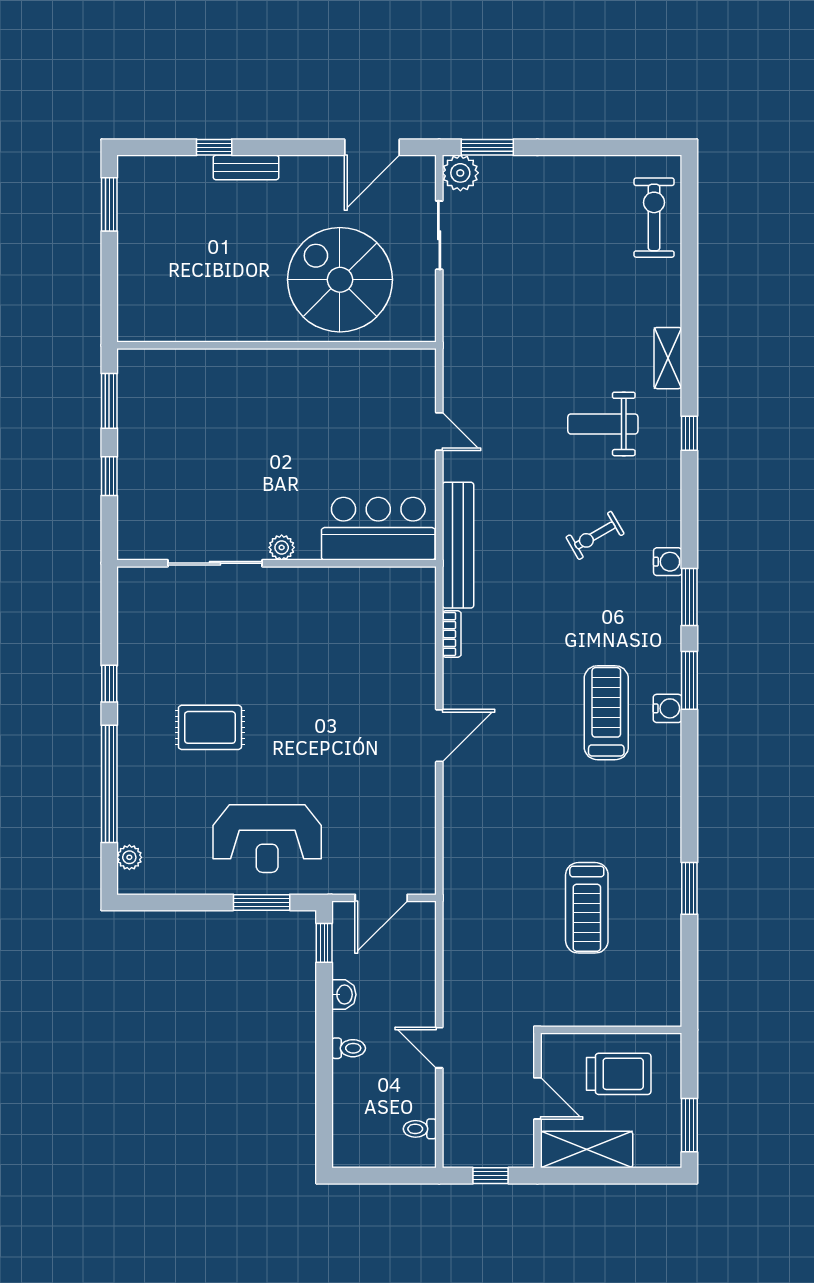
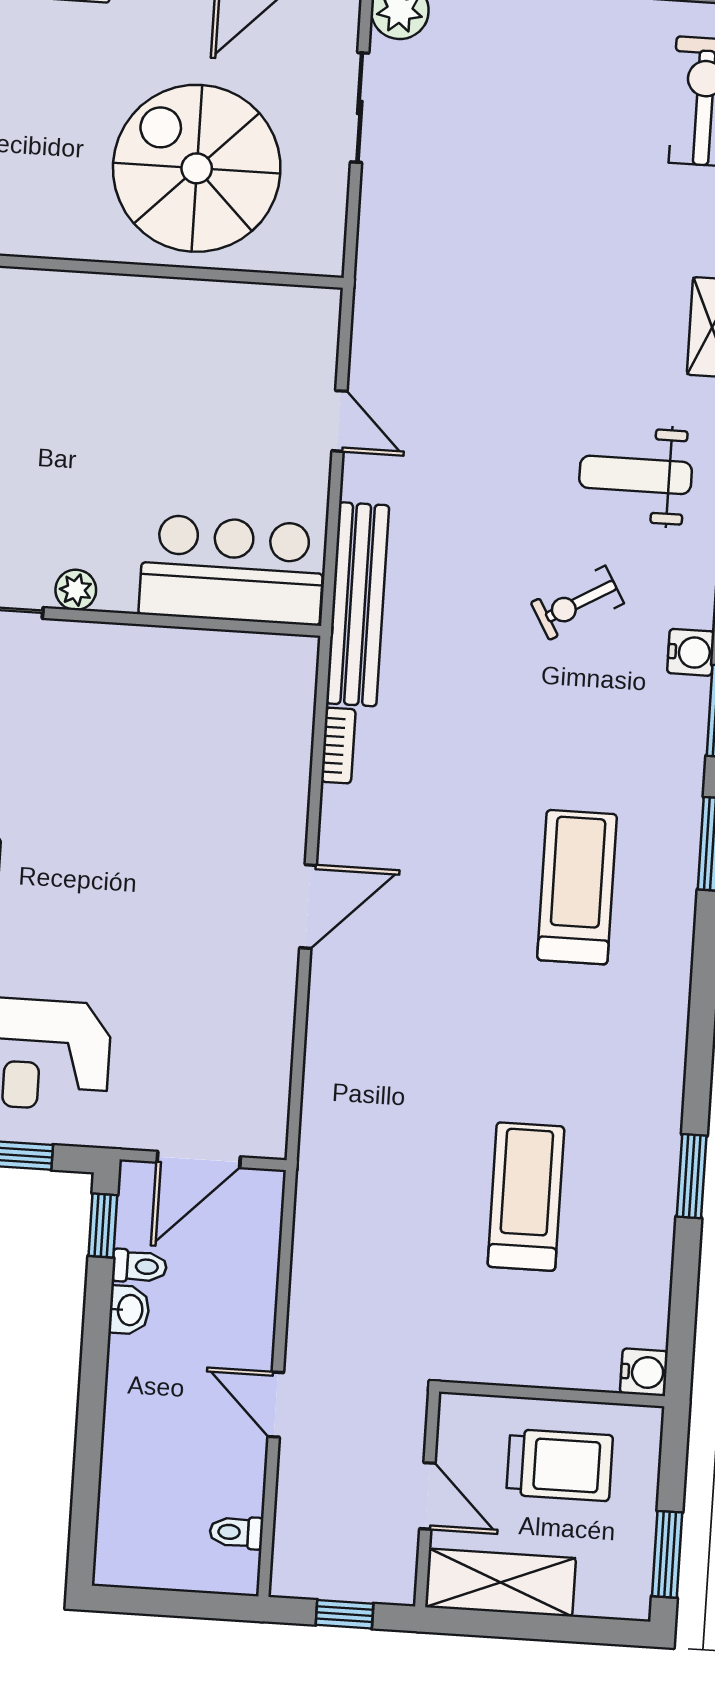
weight bench: (603, 424) -> (636, 475), moved
water cooler: (668, 708) -> (644, 1372), moved
treadmill: (587, 908) -> (526, 1197), turned 180
toilet: (349, 1048) -> (139, 1266), moved

